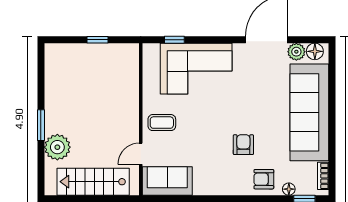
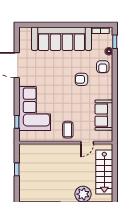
floor lamp: (315, 51) -> (24, 35), removed
plant: (296, 52) -> (24, 47), removed
door: (141, 154) -> (87, 143), hinge flipped
sofa: (167, 181) -> (104, 115), moved

